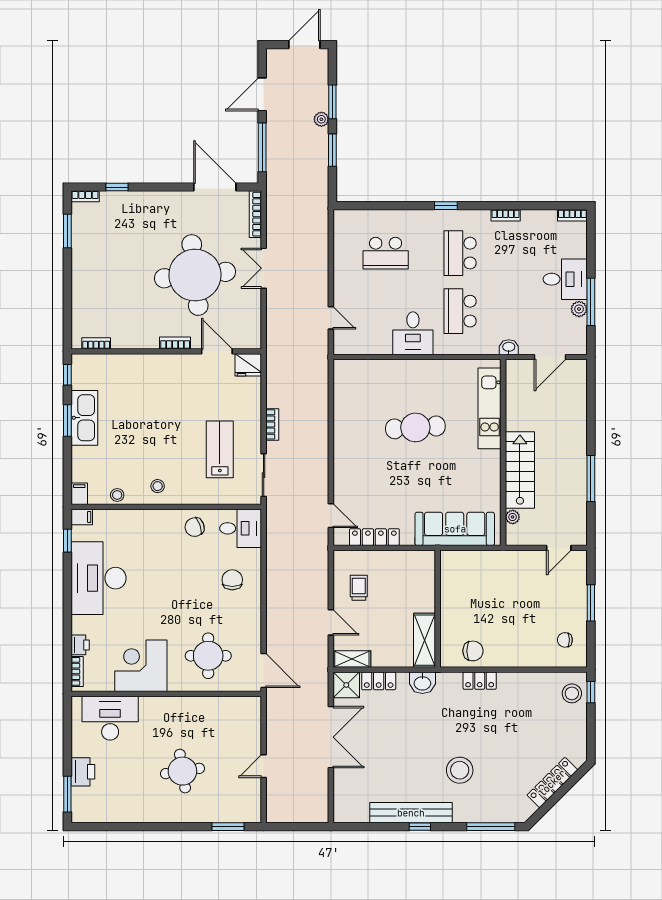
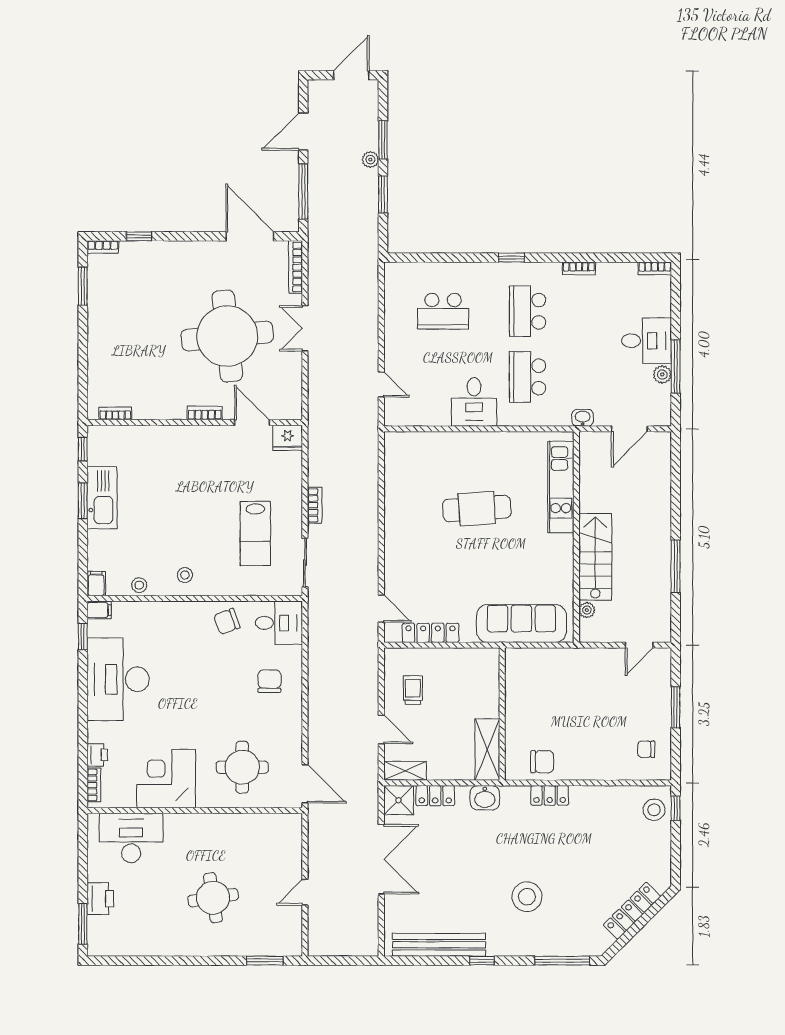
lab bench: (220, 449) -> (255, 534), turned 180
bench: (411, 813) -> (439, 945), moved

